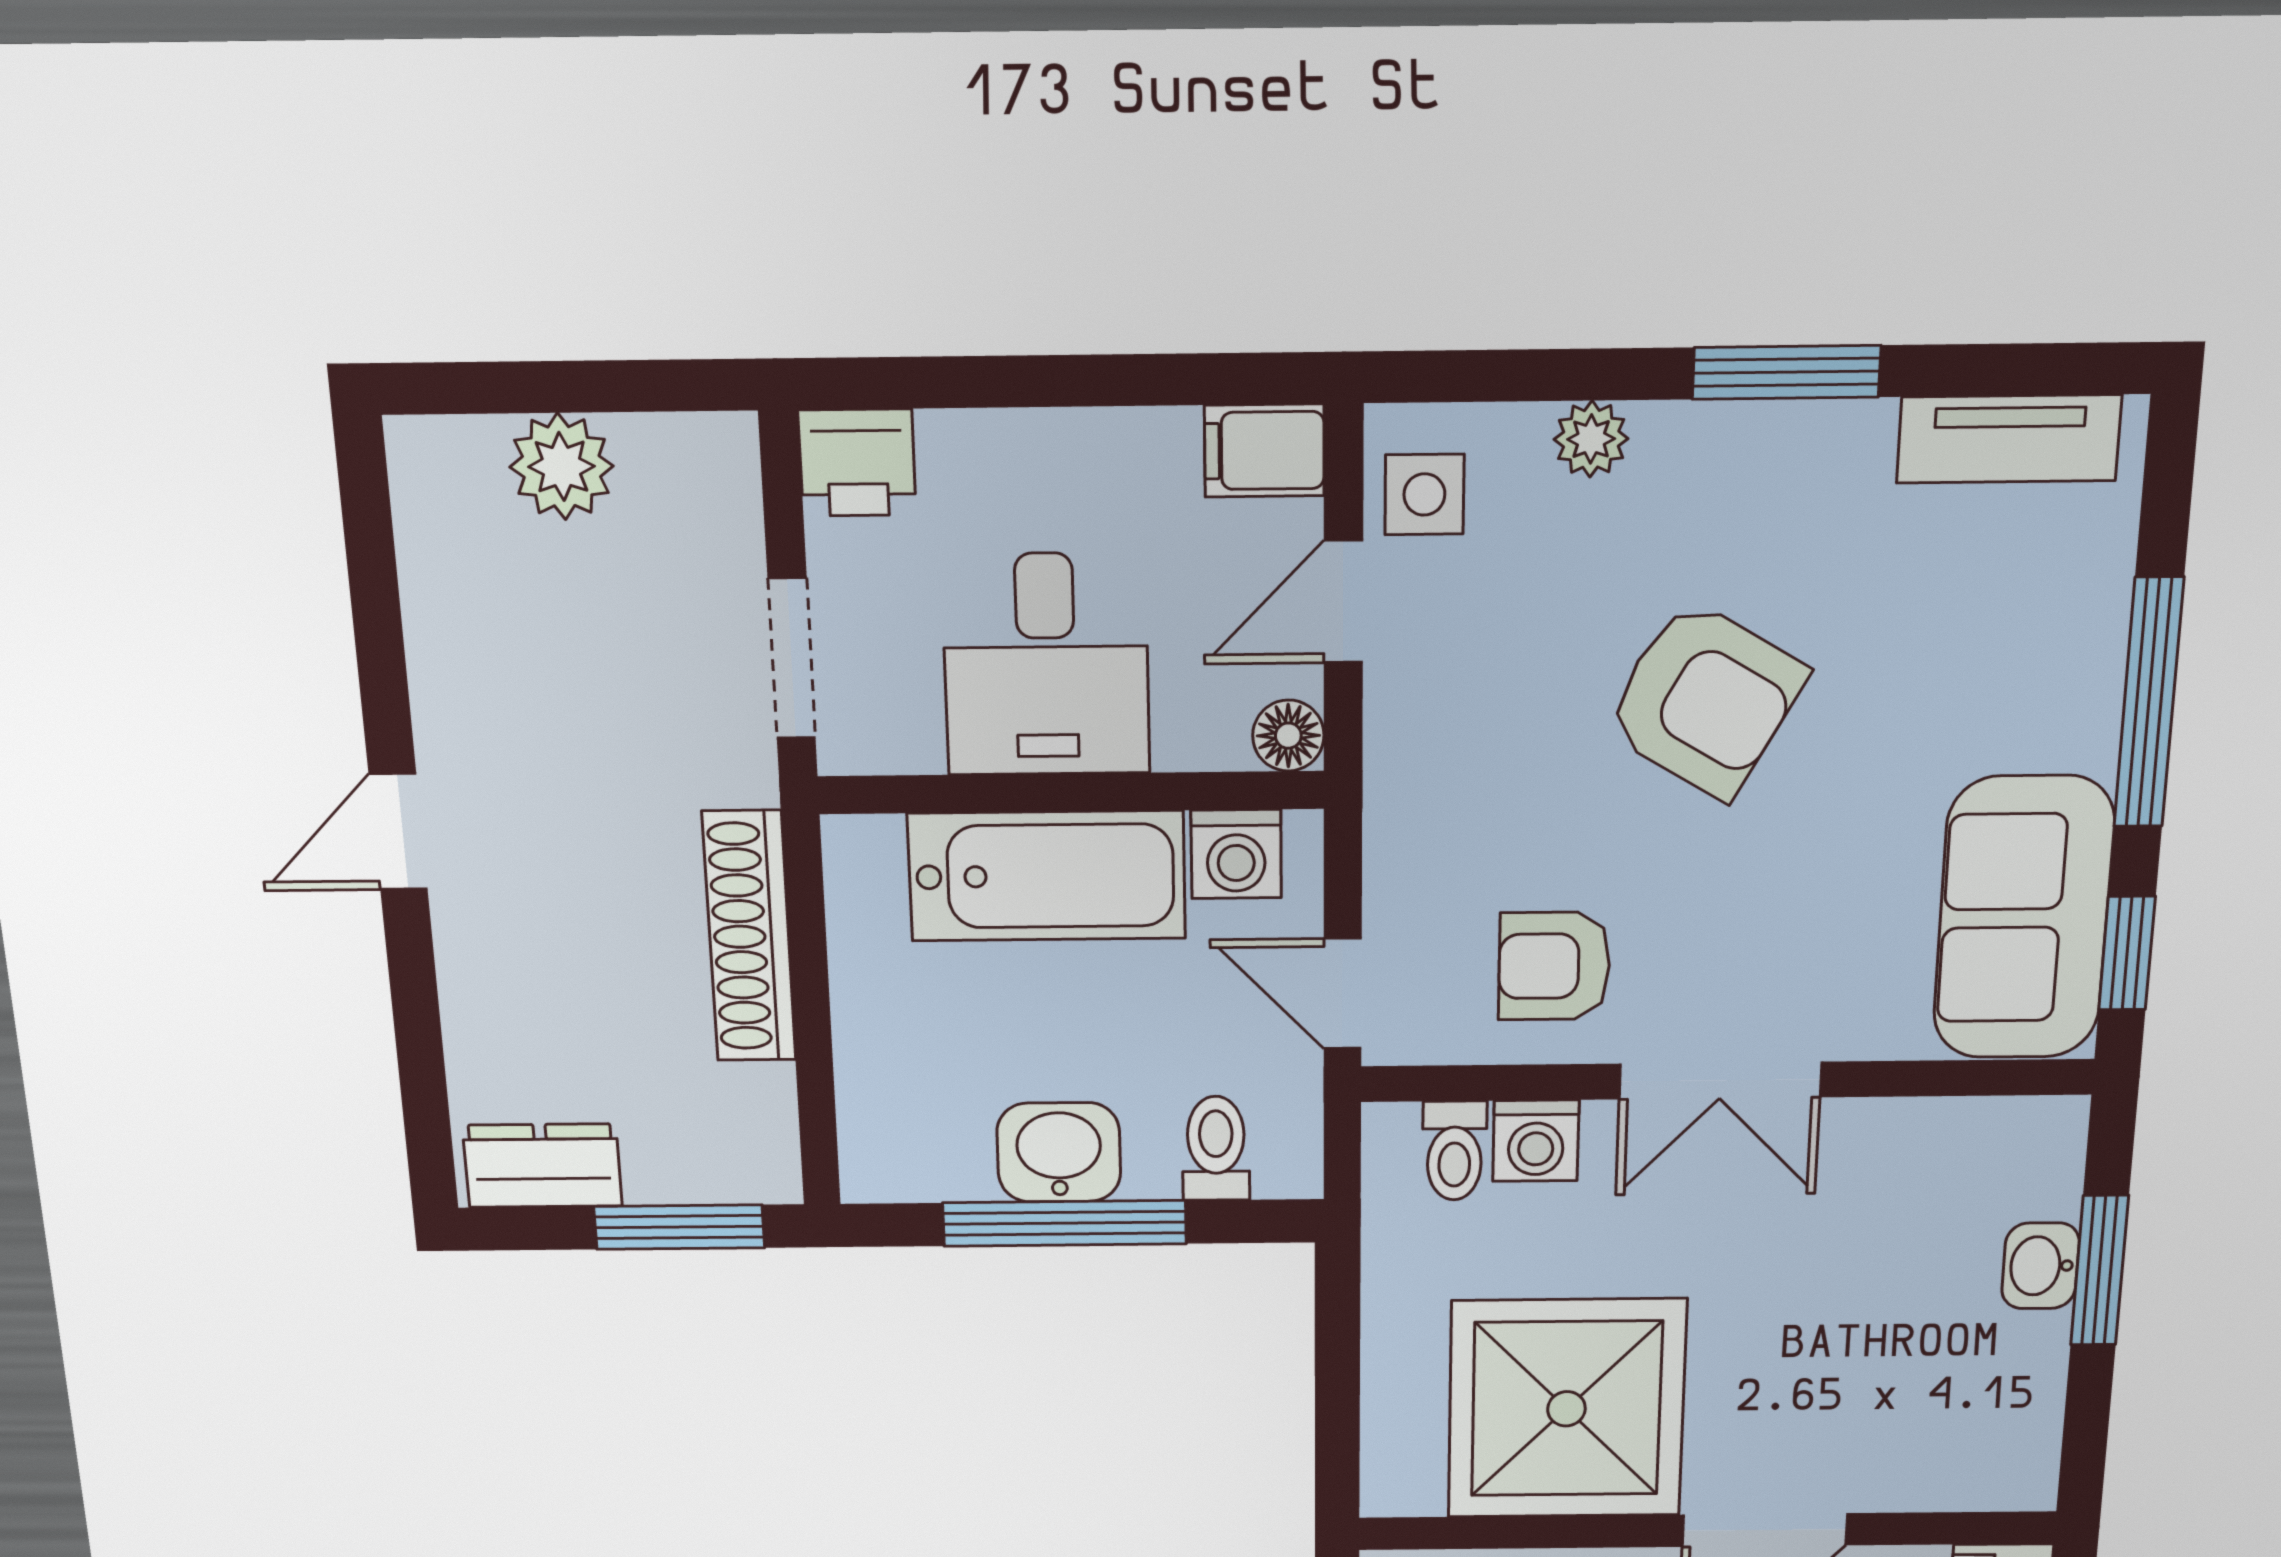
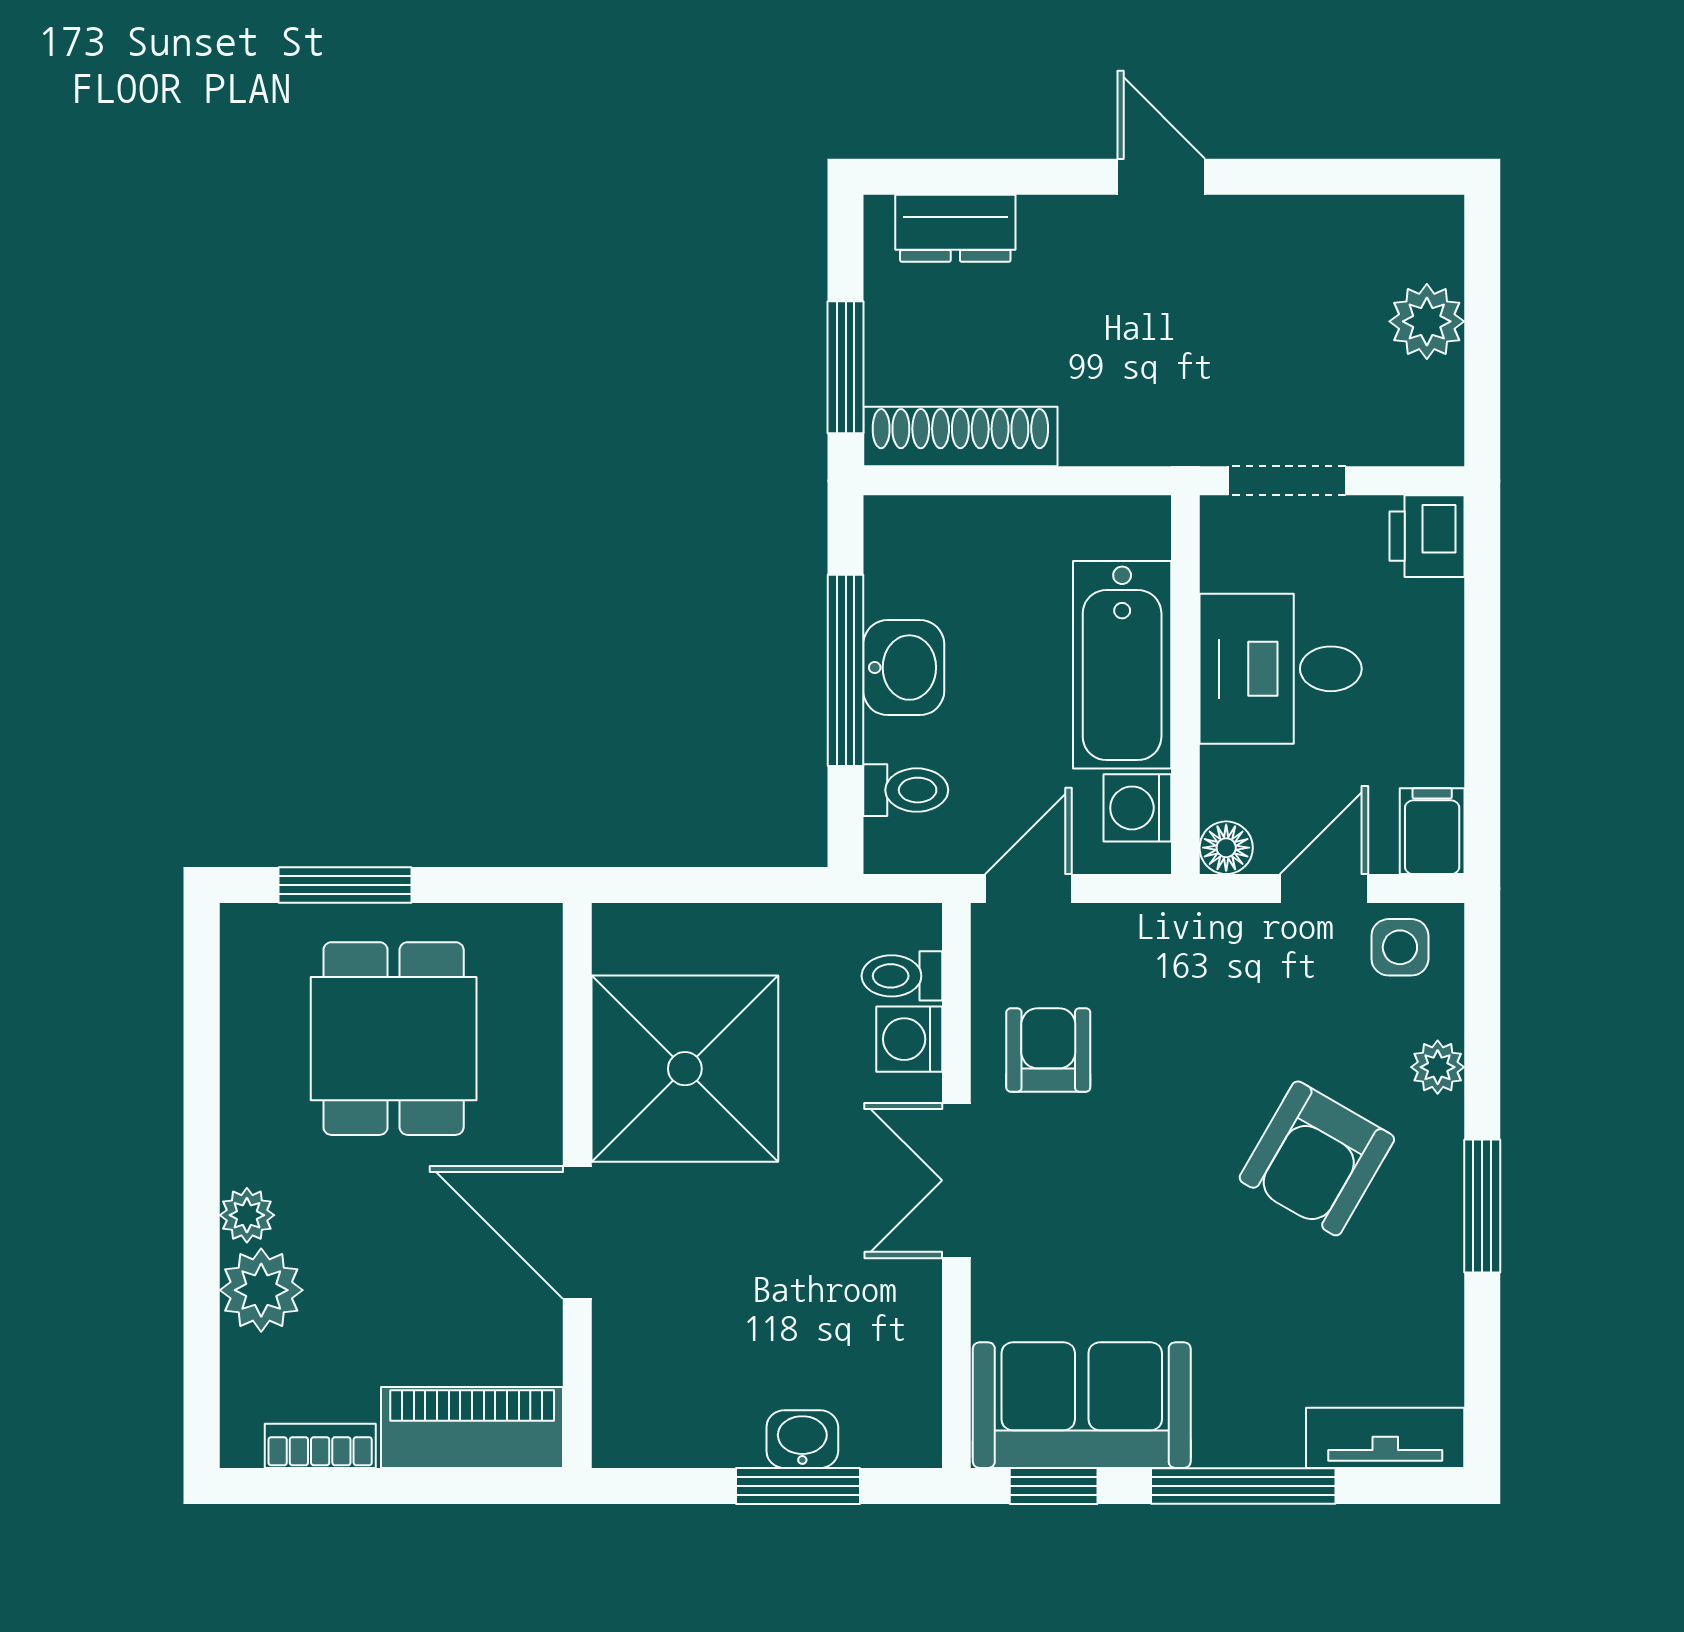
tv unit: (2009, 439) -> (1385, 1438), moved, turned 90
door: (1343, 602) -> (1324, 889), hinge flipped
armchair: (1705, 700) -> (1317, 1158), moved
shoe rack: (749, 937) -> (960, 436), moved
dresser: (542, 1166) -> (955, 228), moved, turned 90

